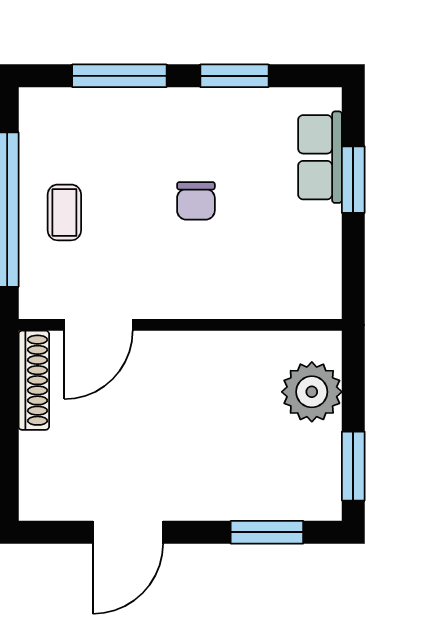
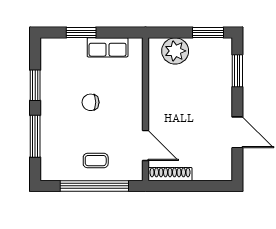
row of seats: (320, 157) -> (108, 47), moved
chair: (196, 201) -> (91, 102), turned 180

